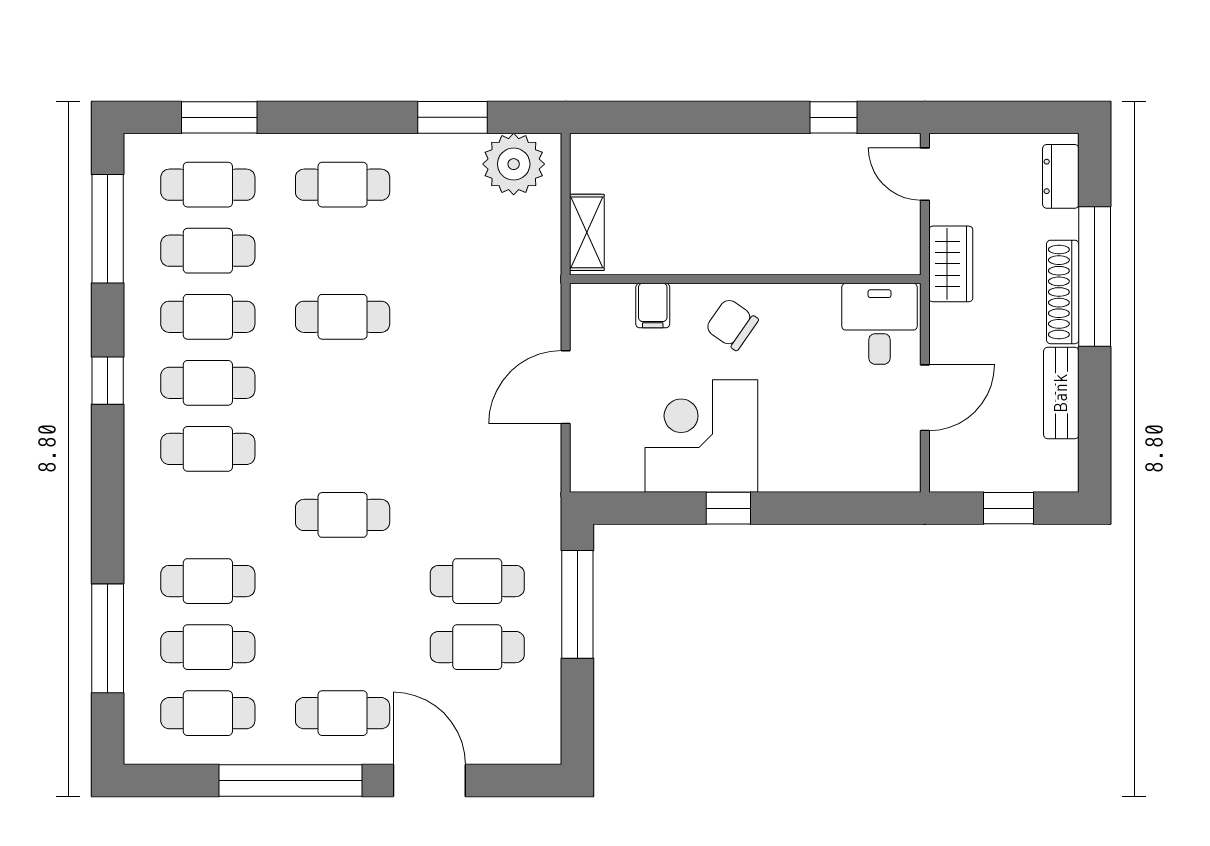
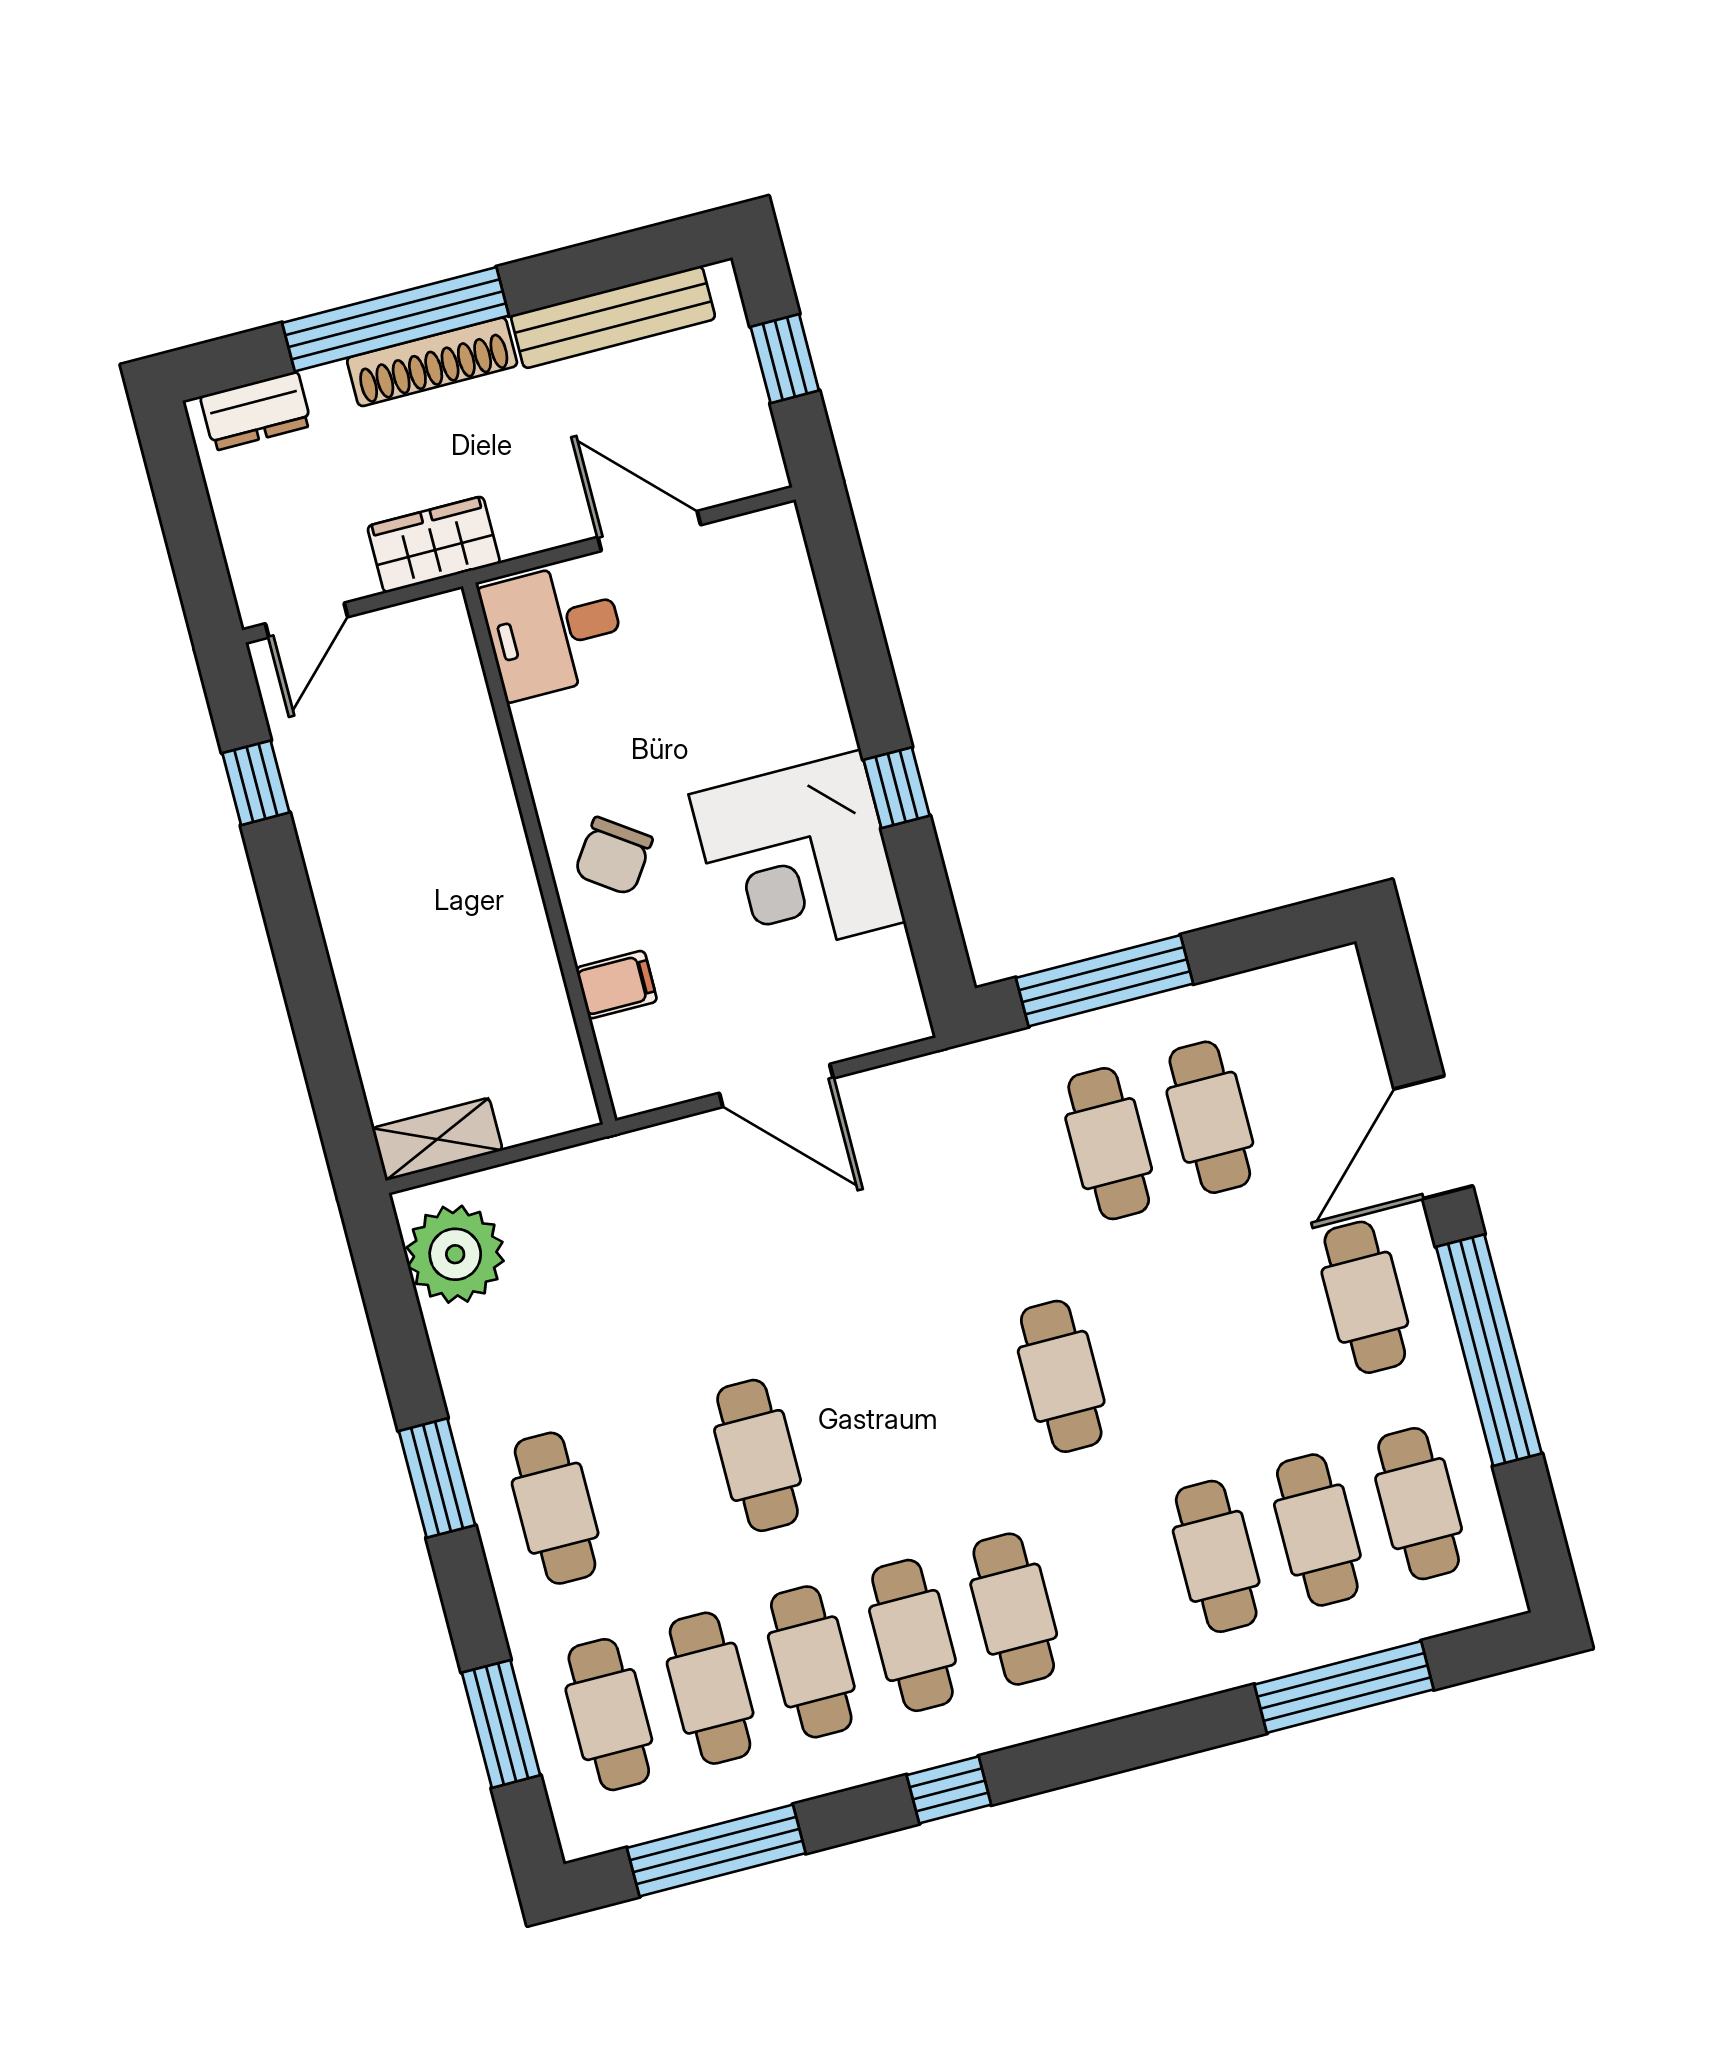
window: (453, 117) -> (437, 1478), moved
shelving: (587, 232) -> (437, 1139), moved
bench: (1061, 393) -> (613, 317), width x1.36

